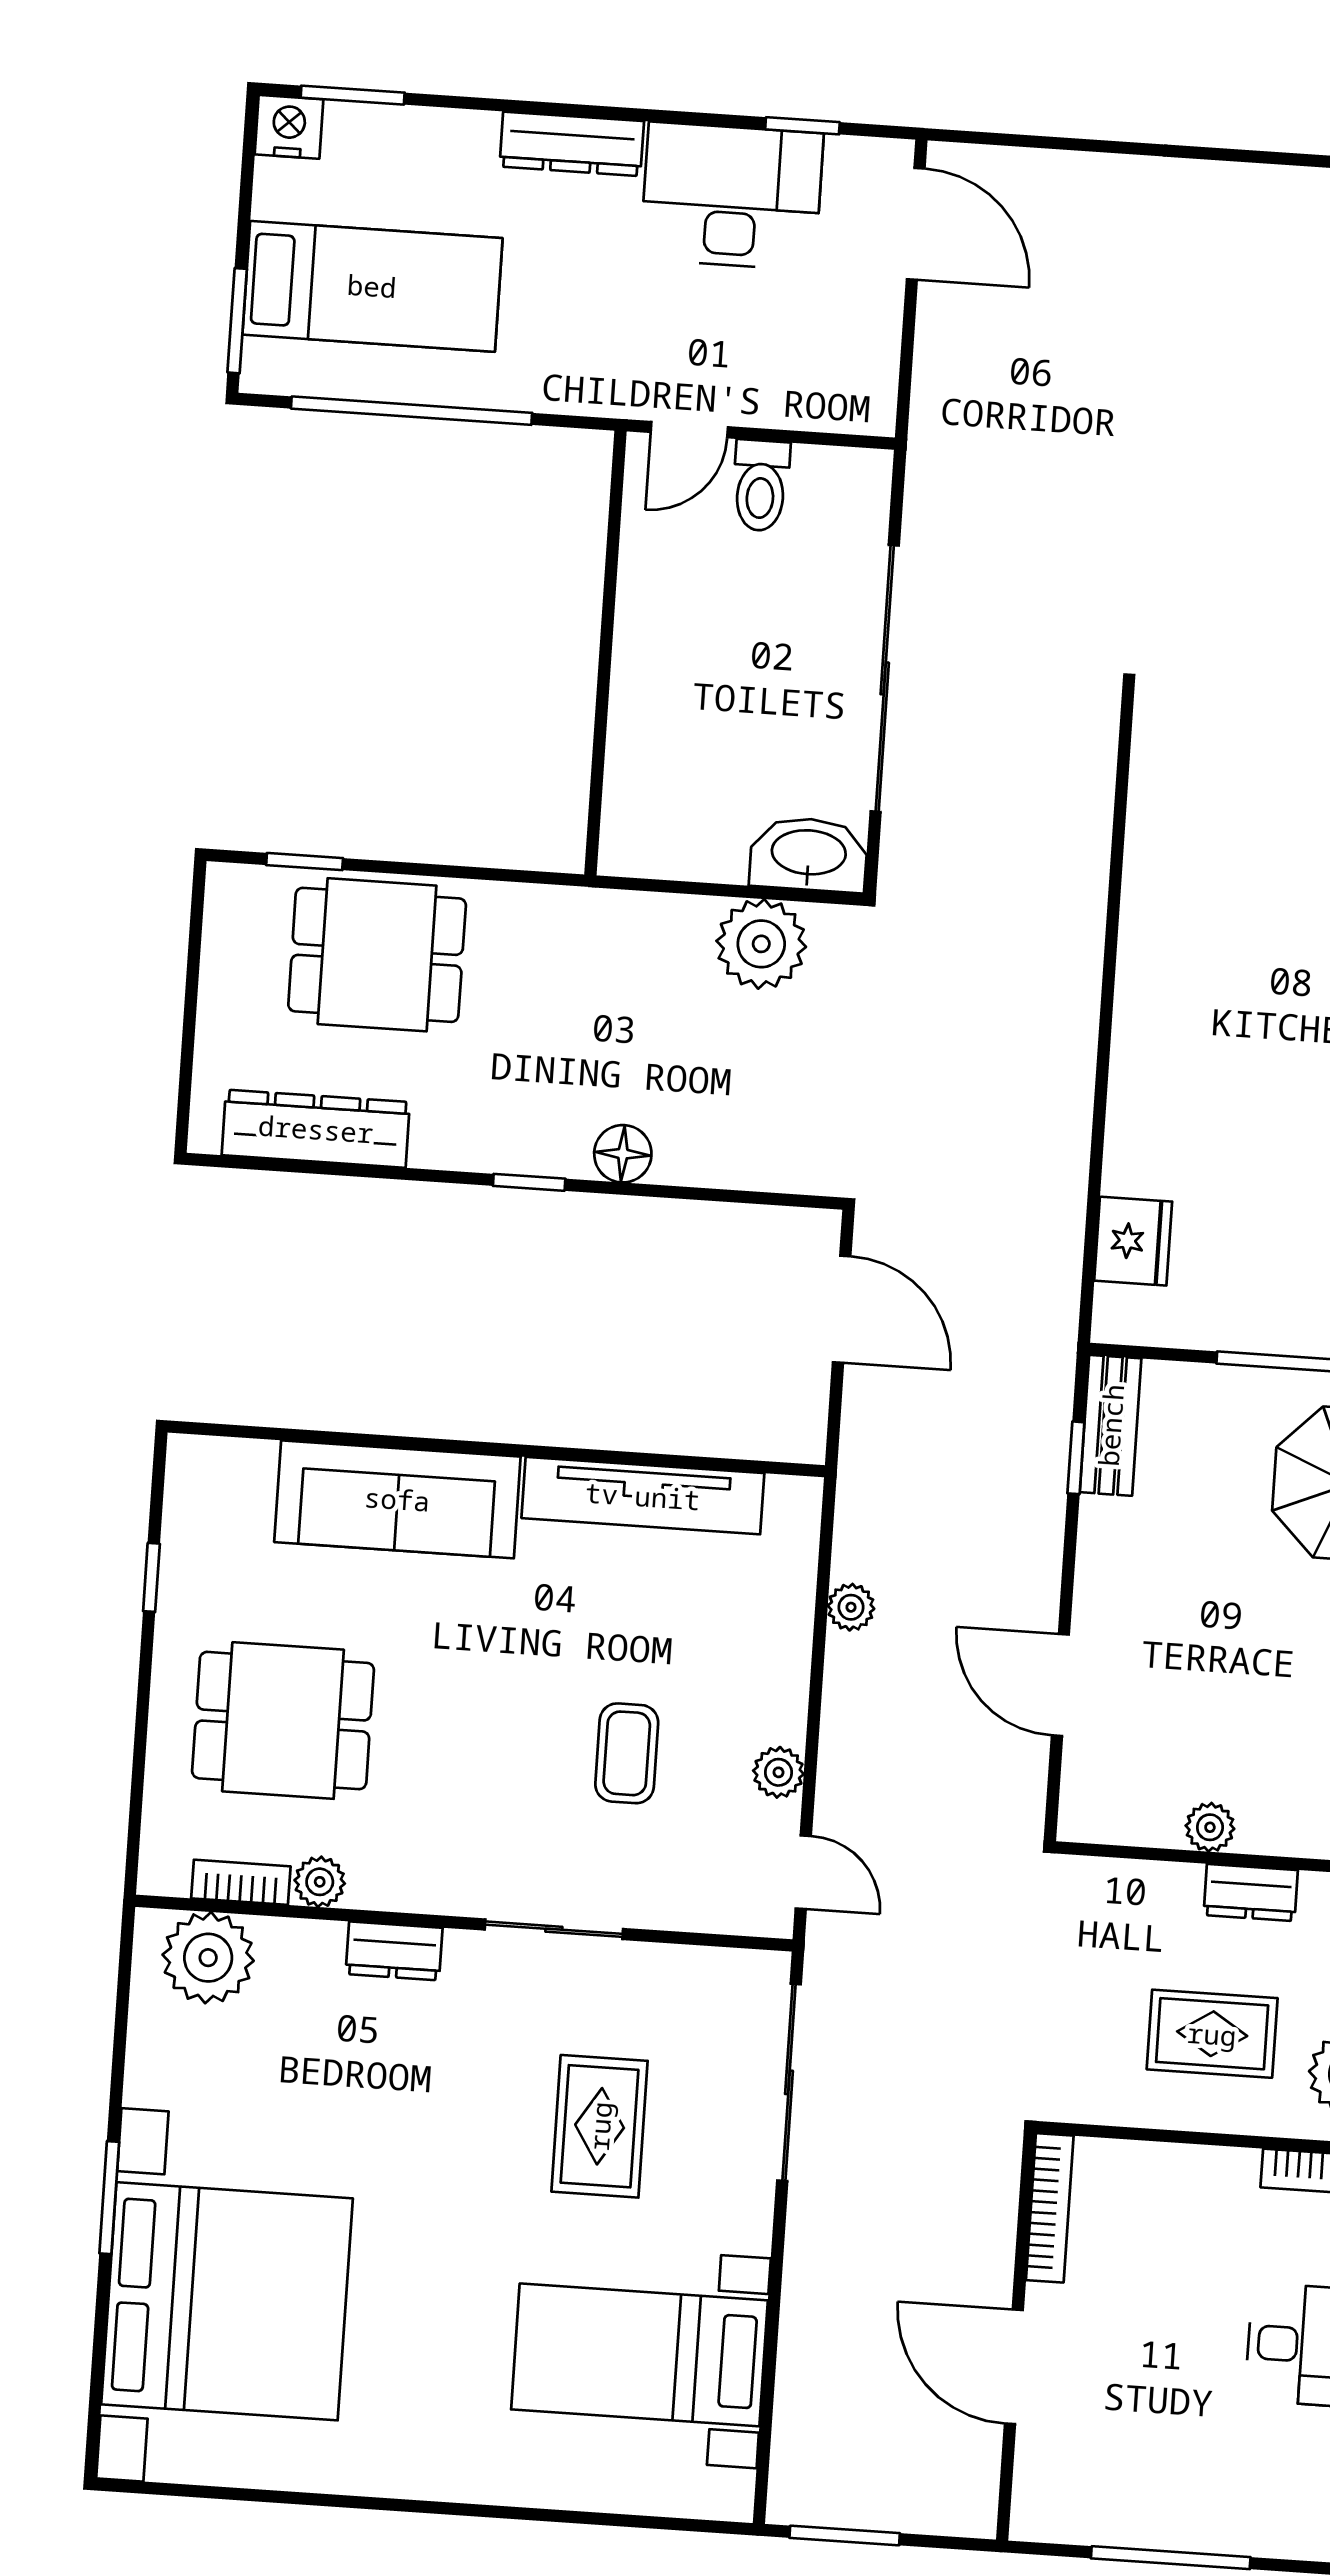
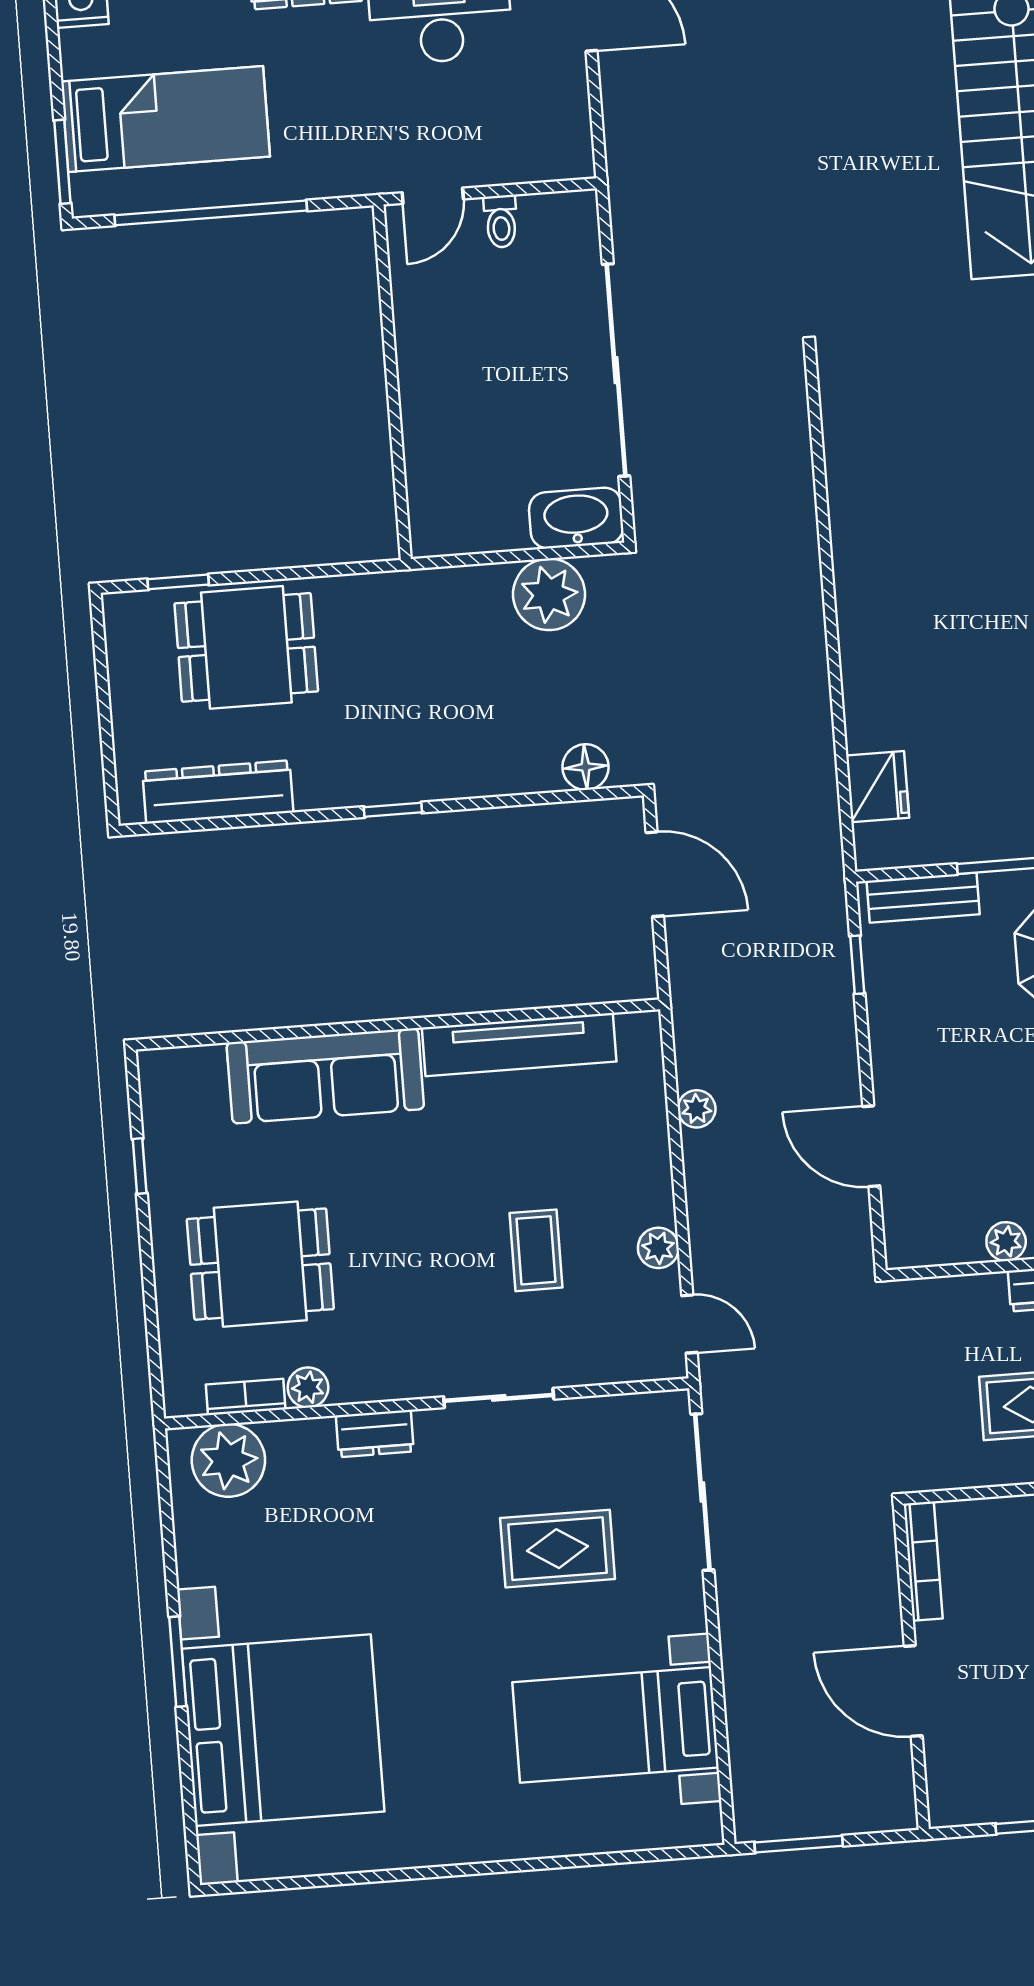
toilet: (761, 486) -> (501, 221), width x0.73, depth x0.72
floor lamp: (623, 1154) -> (586, 767), moved
bench: (1111, 1425) -> (923, 898), moved, turned 90
rug: (600, 2126) -> (558, 1549), turned 90

